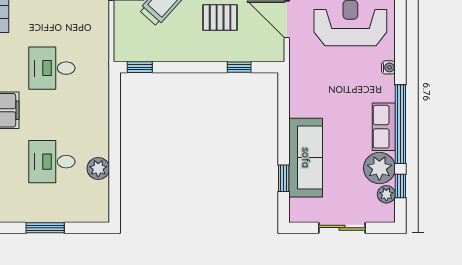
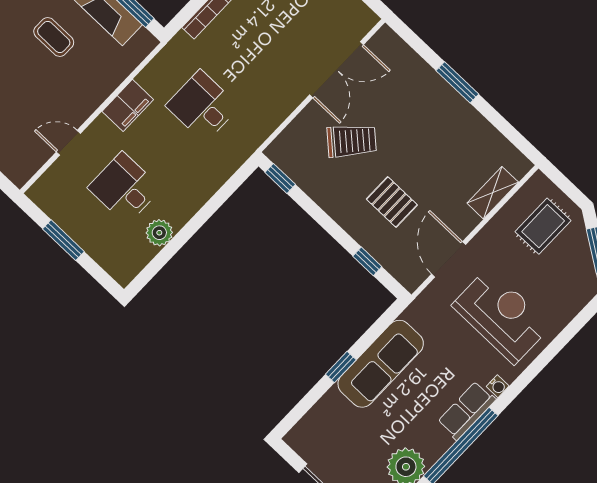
row of seats: (384, 127) -> (467, 411), moved
sofa: (306, 158) -> (381, 364), moved
window: (284, 178) -> (341, 367), moved

